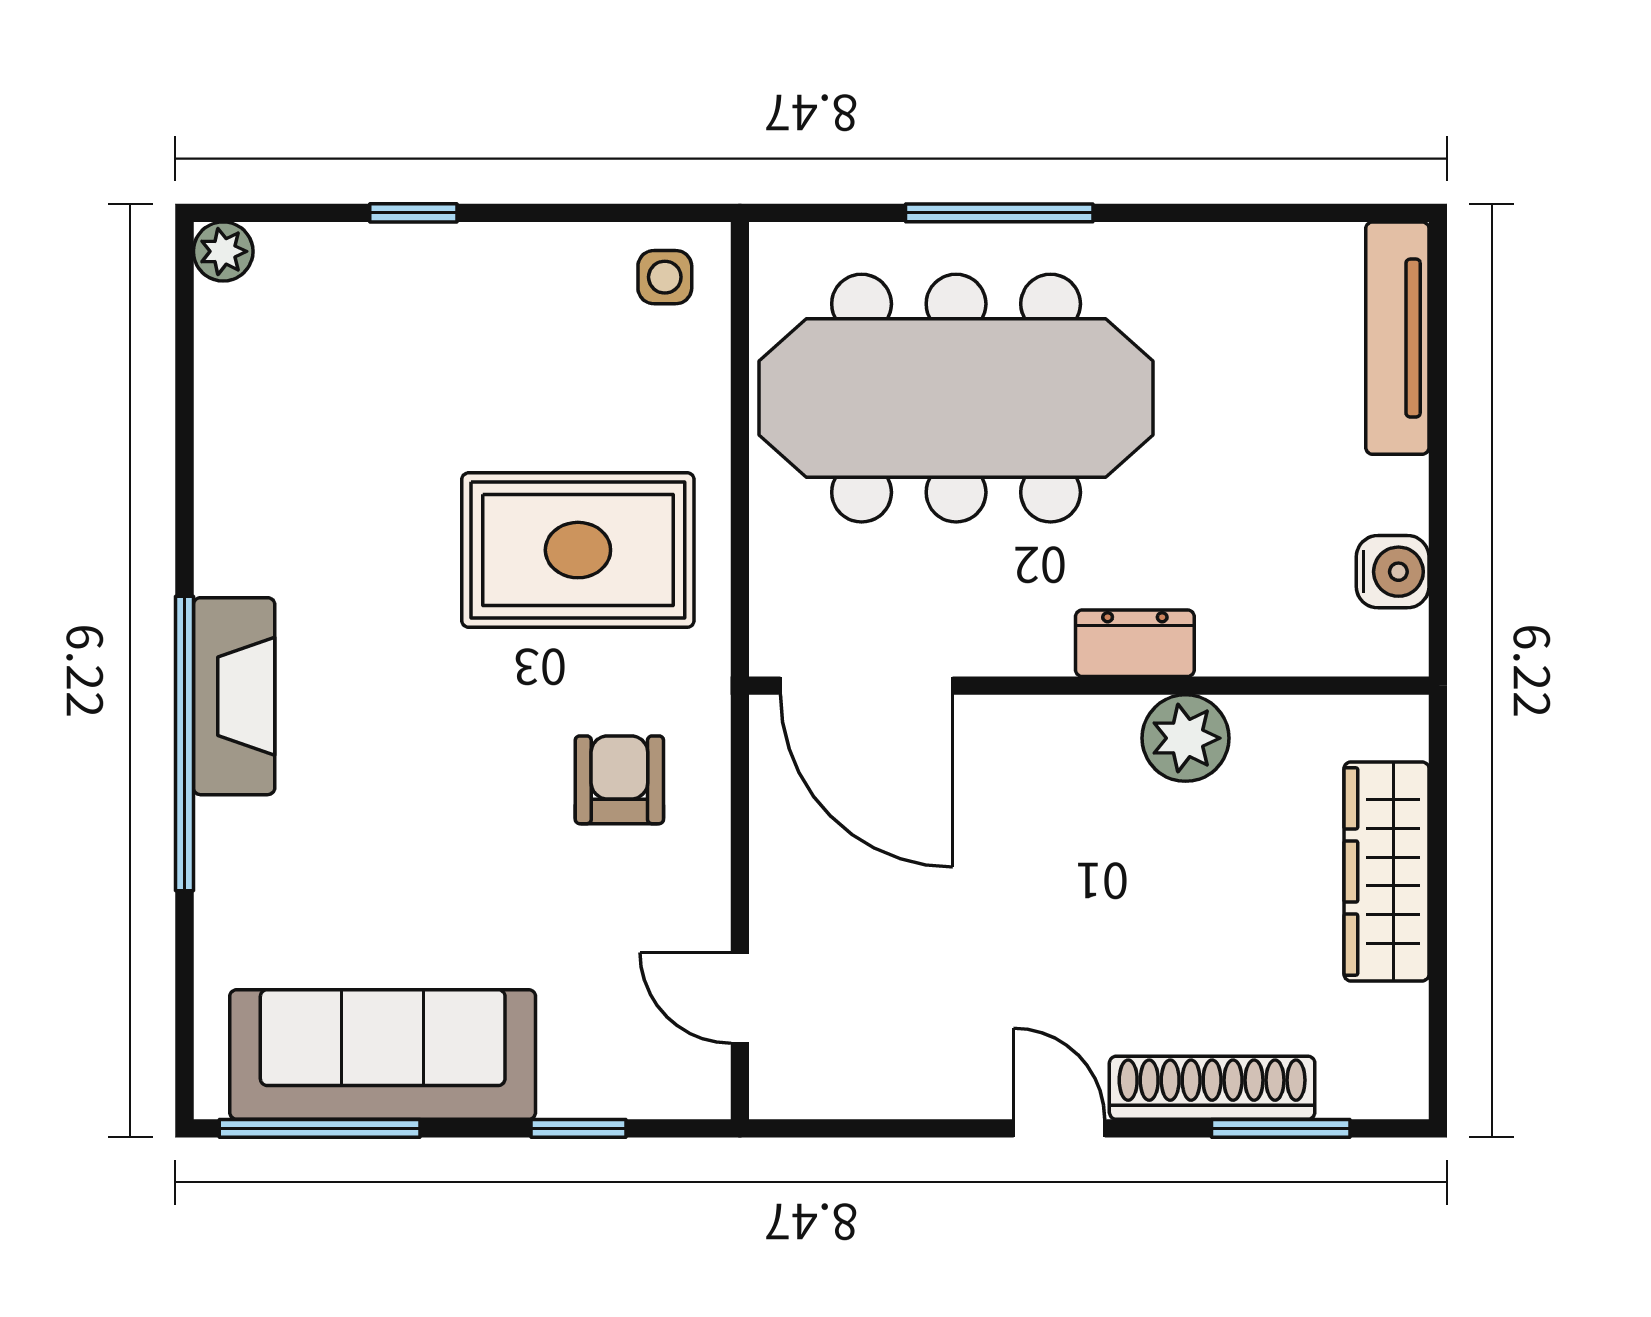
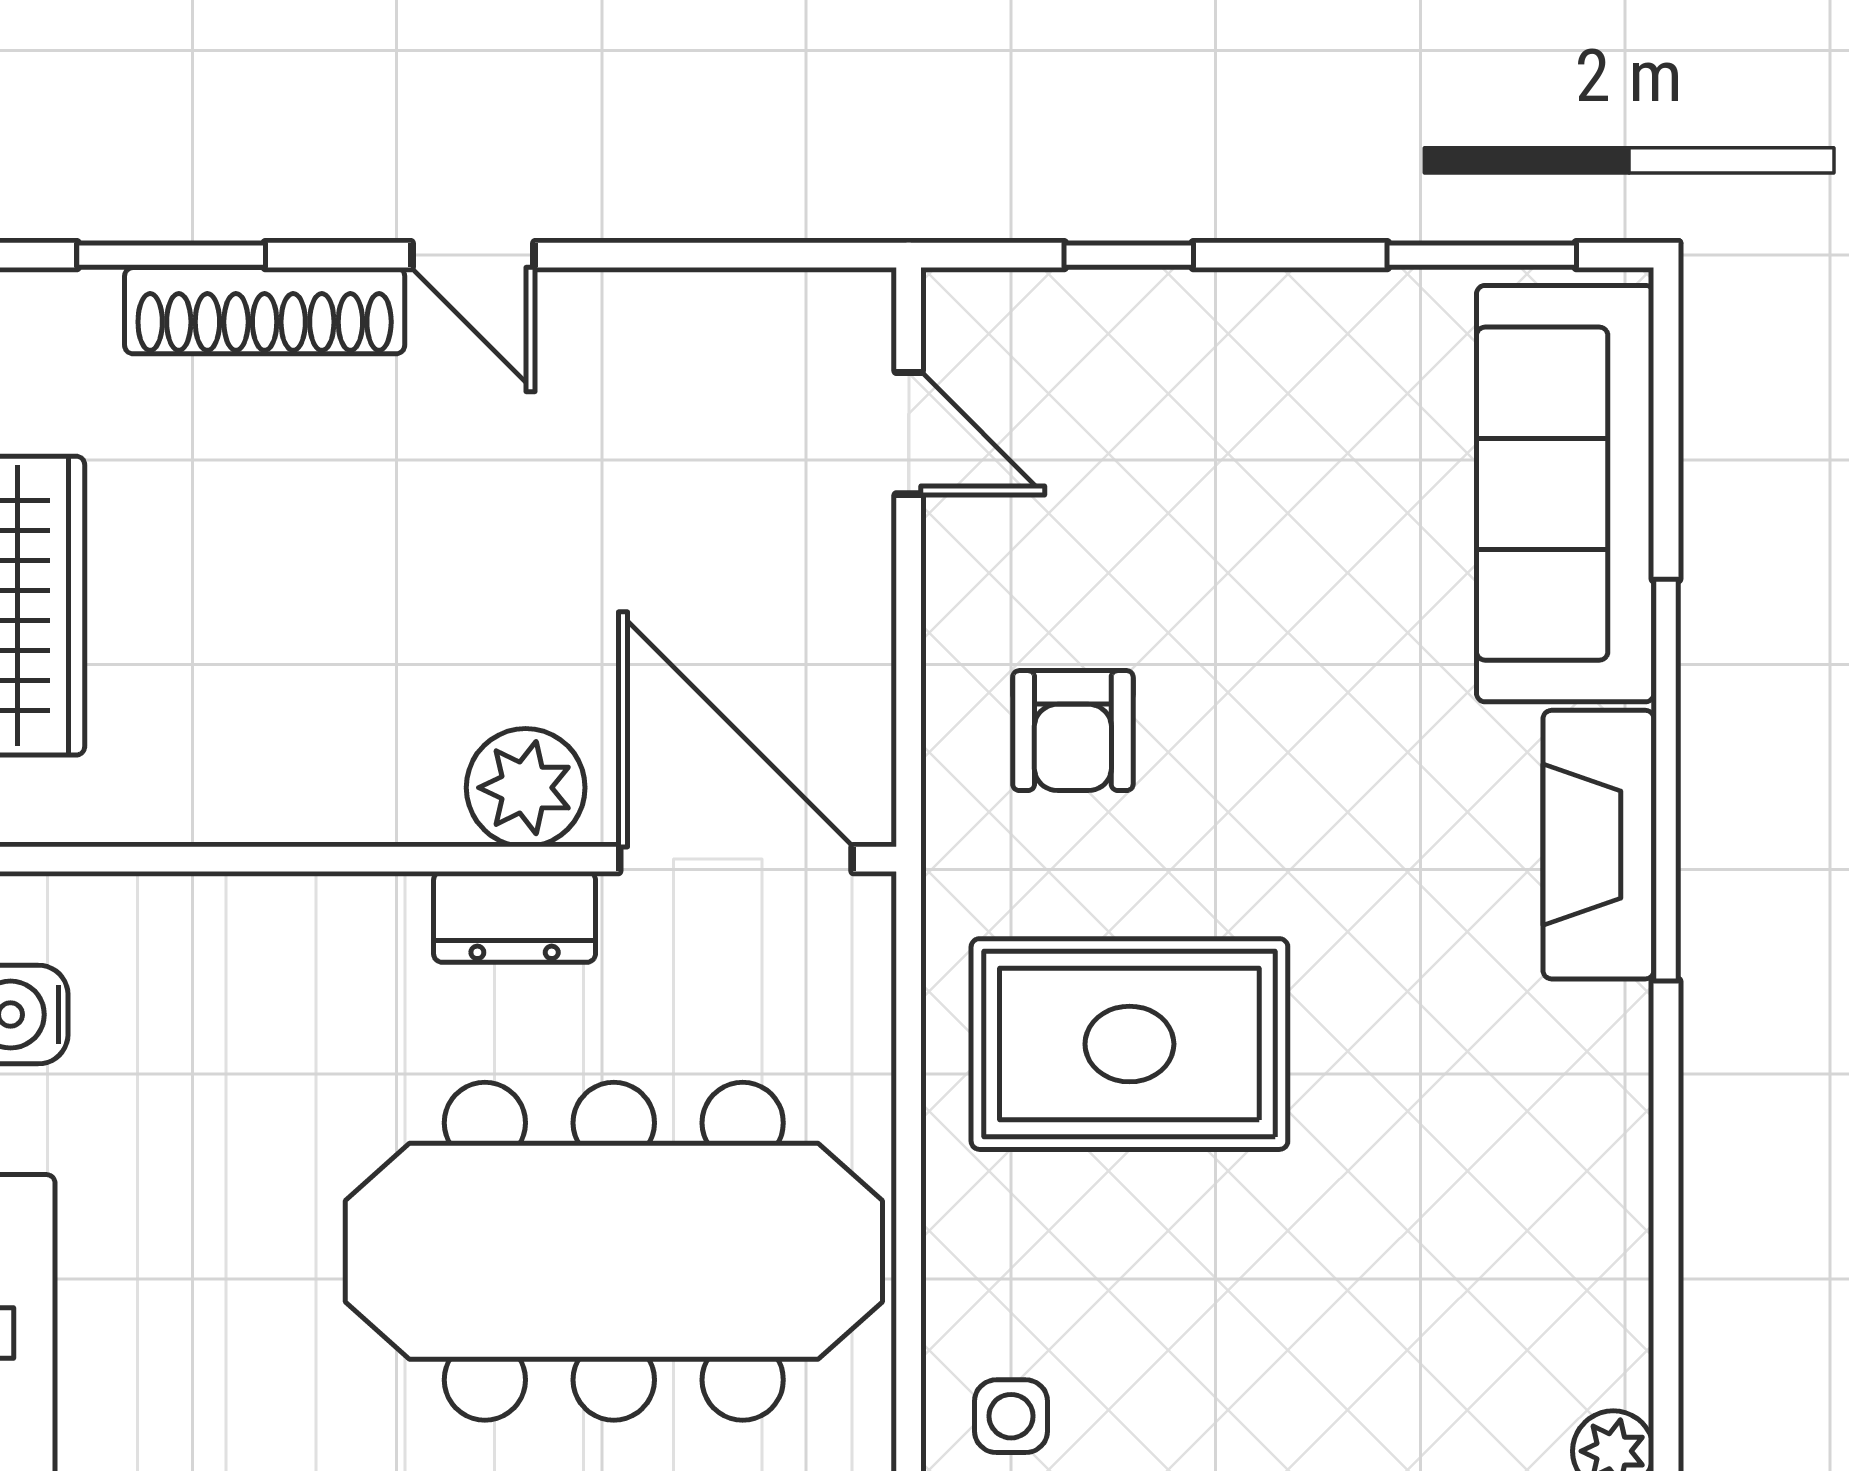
dresser: (1135, 643) -> (515, 917), moved
plant: (1185, 738) -> (526, 788), moved
sofa: (383, 1054) -> (1565, 494), moved, turned 90
window: (320, 1128) -> (1482, 255), width x0.69

